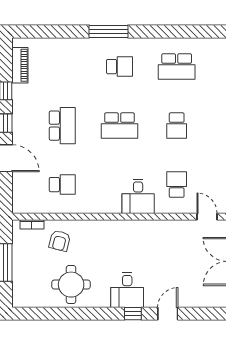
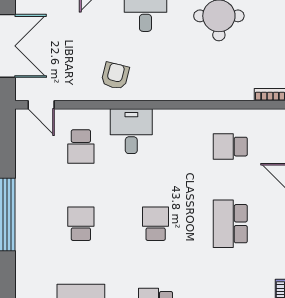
school desk: (119, 126) -> (156, 224), width x0.54
armchair: (60, 241) -> (115, 76), moved

